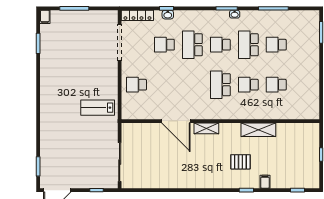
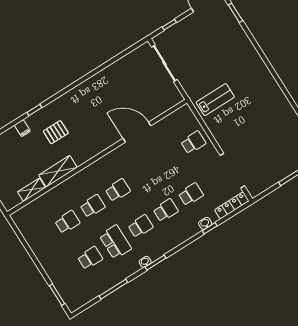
school desk: (192, 45) -> (166, 210), width x0.54
school desk: (220, 85) -> (118, 190), width x0.54
shelving: (206, 128) -> (32, 190), moved

